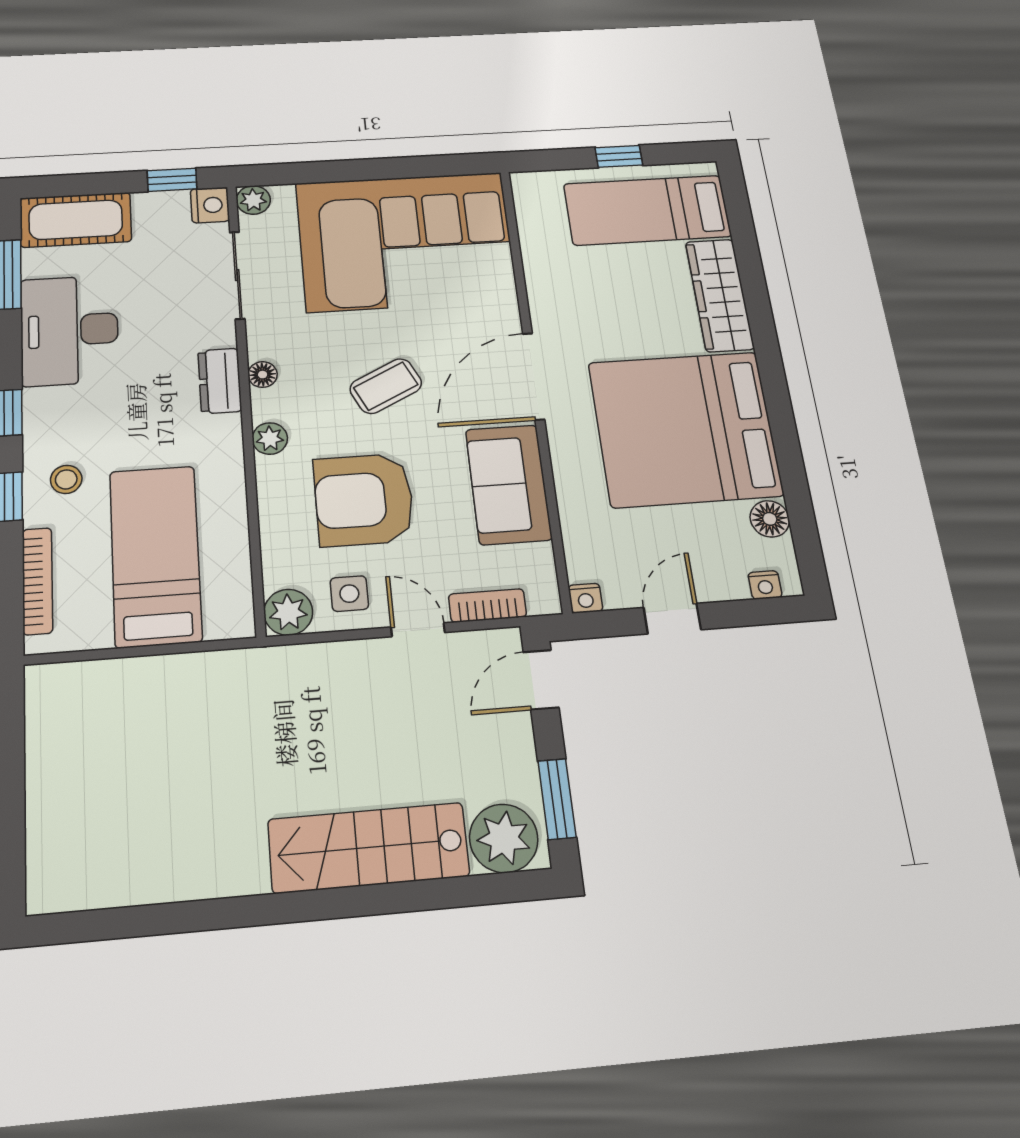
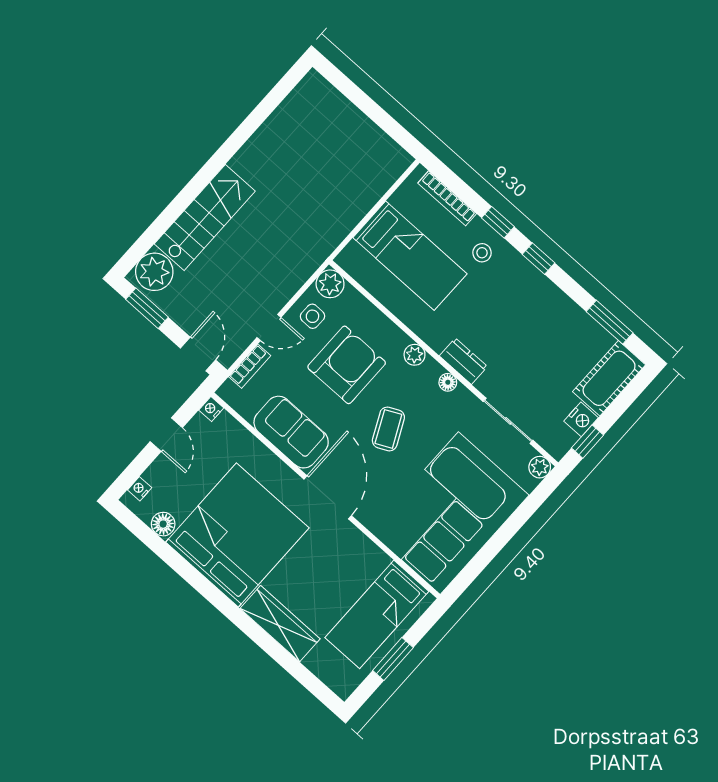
window: (619, 156) -> (393, 659), width x1.50
nightstand: (210, 205) -> (581, 419), moved, turned -90
bed: (647, 210) -> (377, 614), moved, turned 180
desk: (69, 330) -> (554, 322), removed

